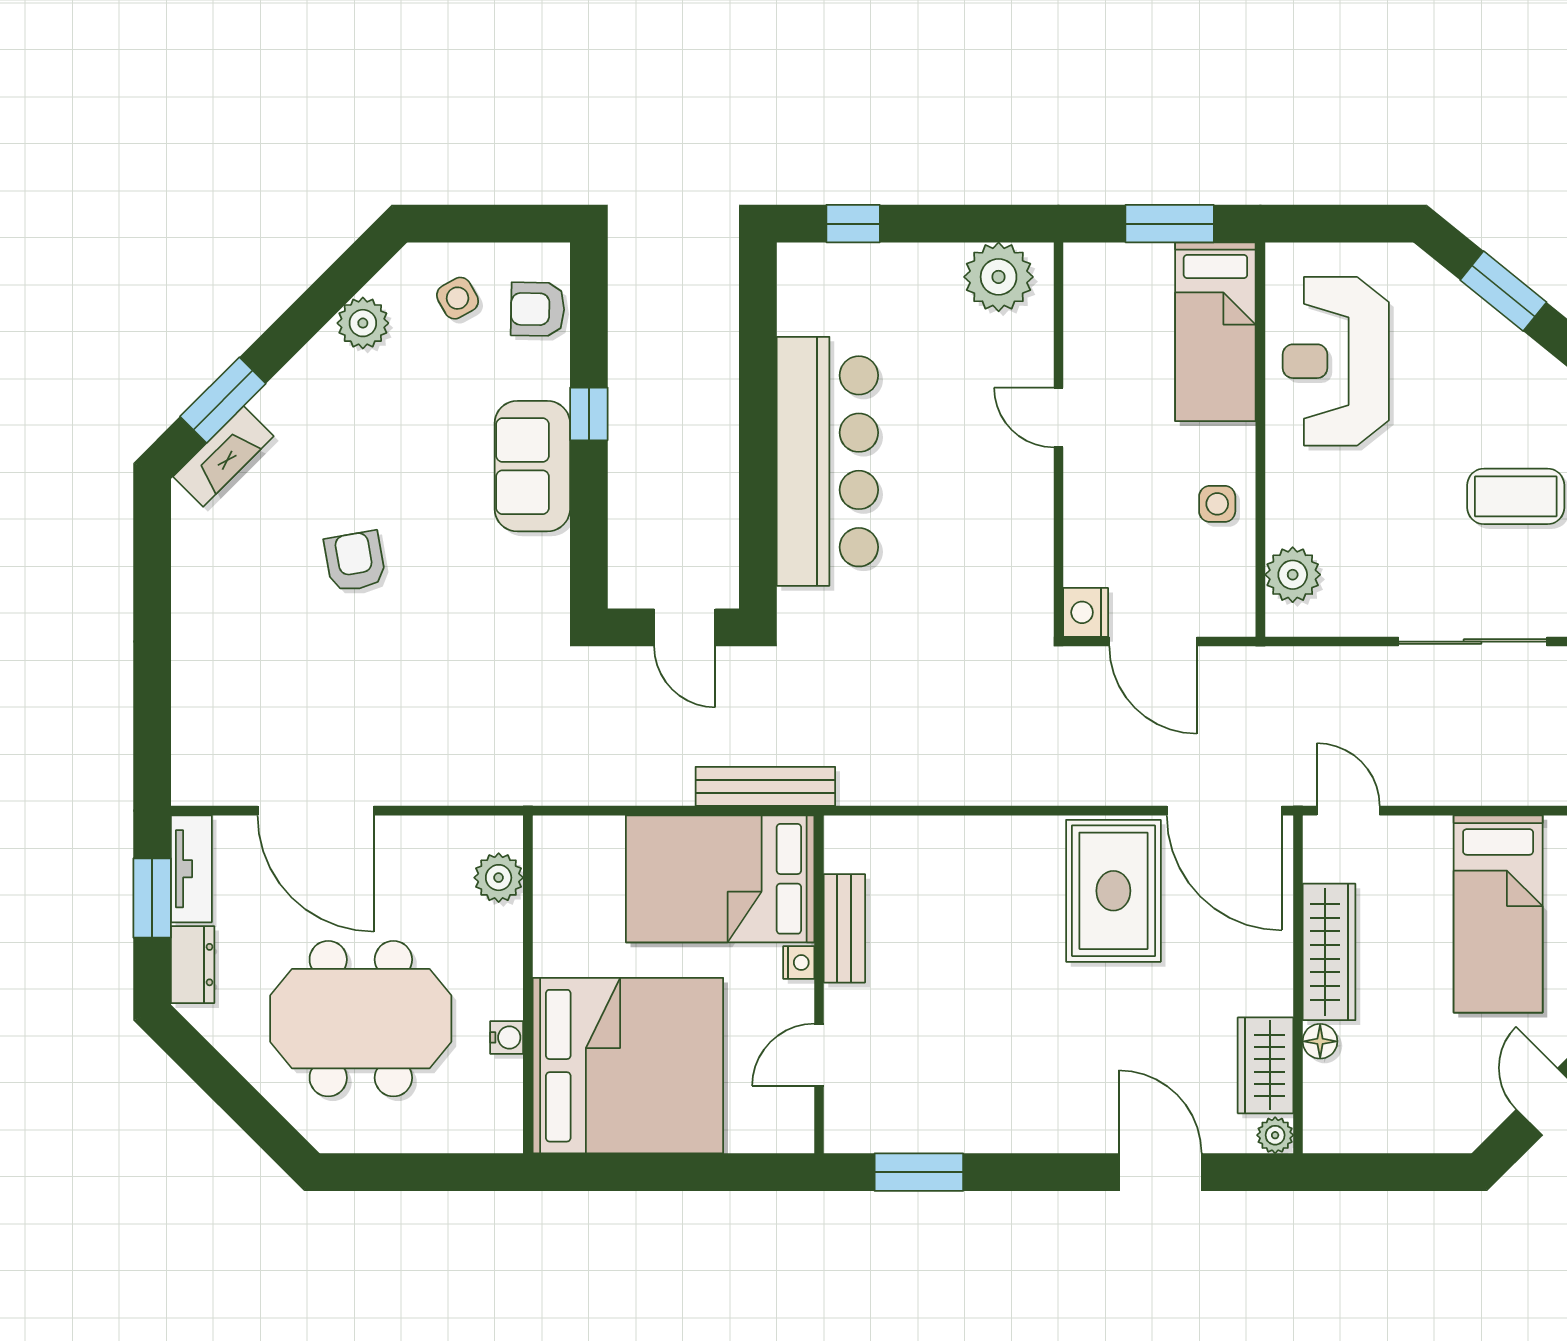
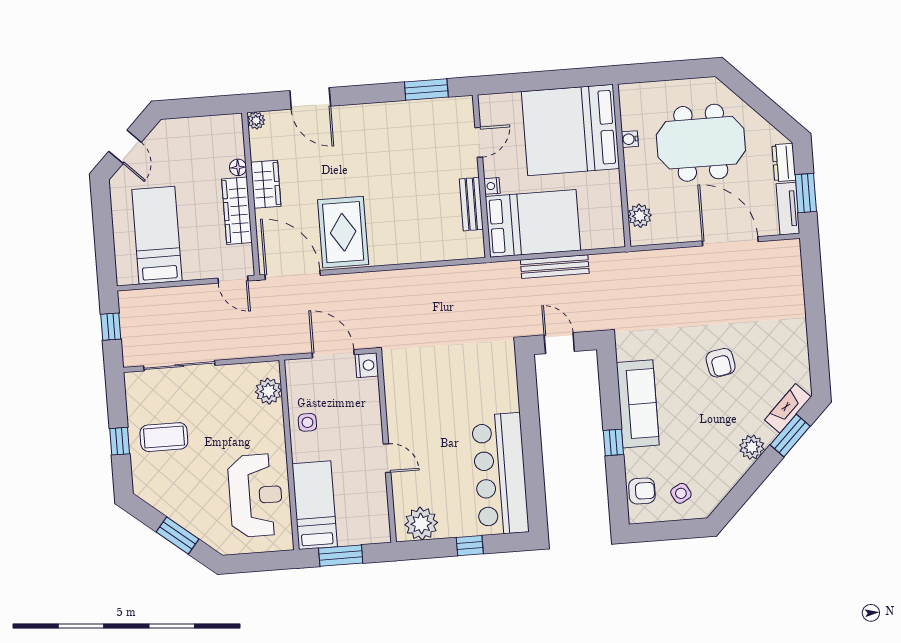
window: (853, 224) -> (470, 546), moved
plant: (363, 323) -> (752, 447), moved
bar counter: (827, 461) -> (500, 474), moved
sofa: (532, 466) -> (638, 404), width x1.36
bench: (765, 786) -> (555, 267), moved
wardrobe: (1265, 1065) -> (266, 184), moved

